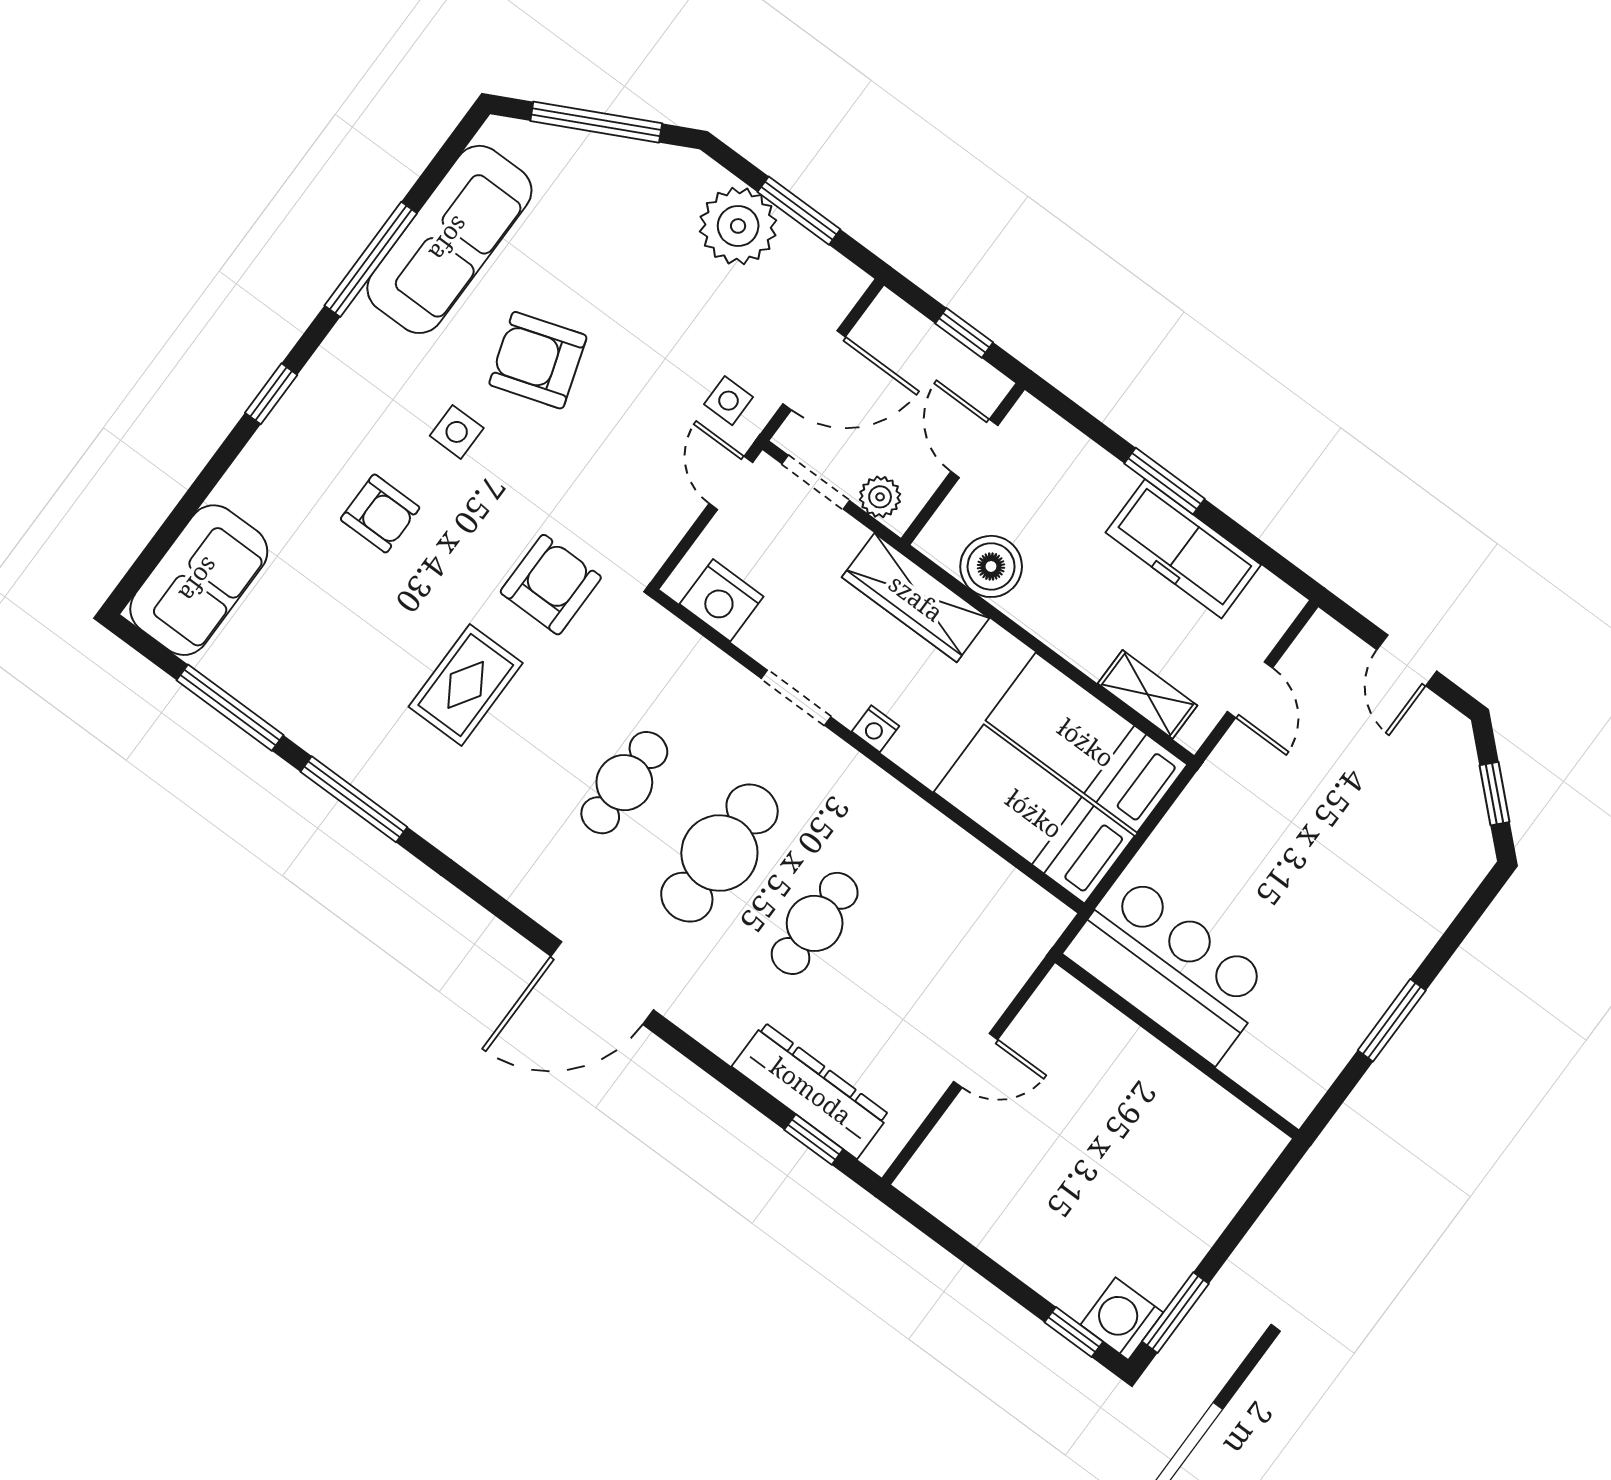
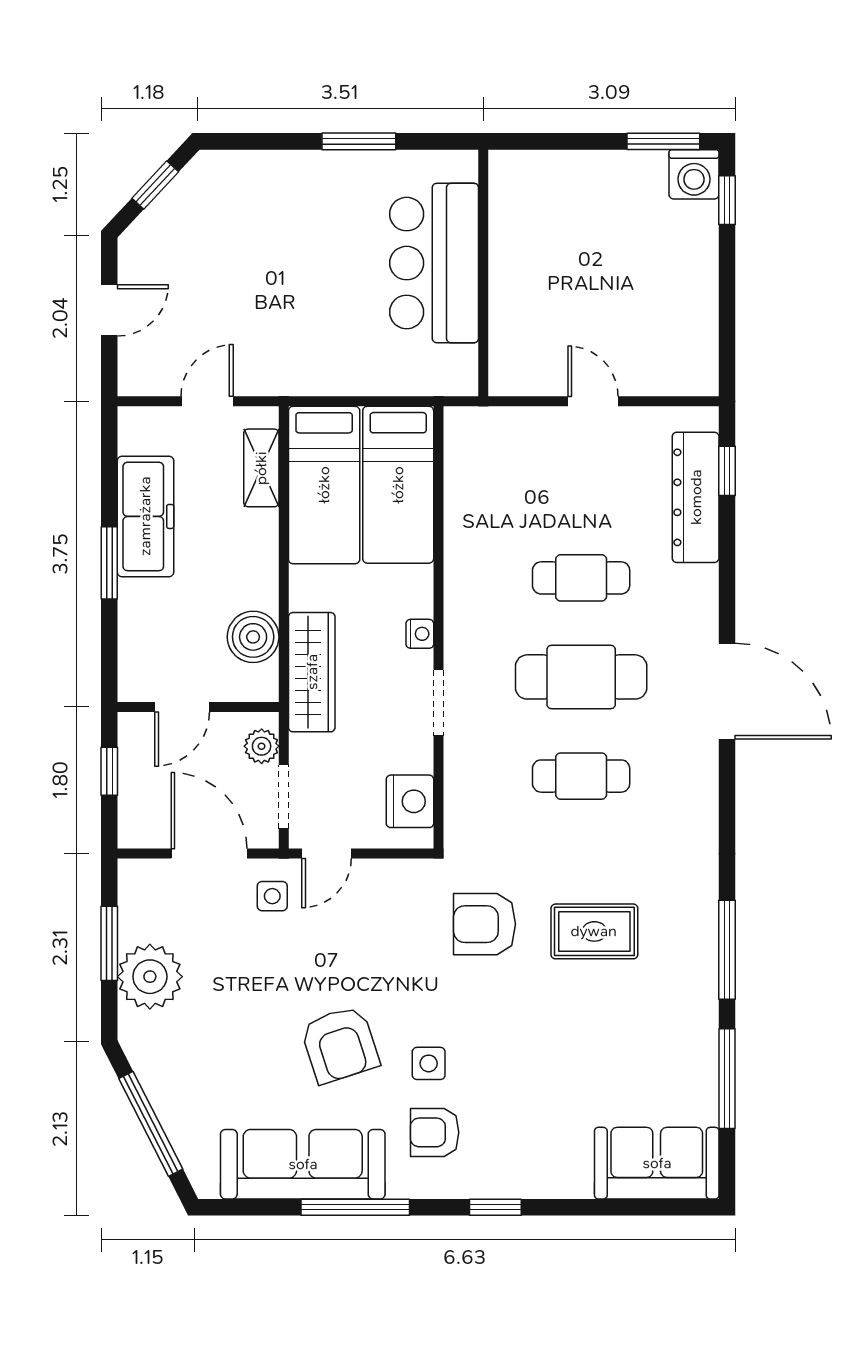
armchair: (380, 513) -> (435, 1132), moved, turned -90
bar counter: (1170, 968) -> (434, 263), moved

